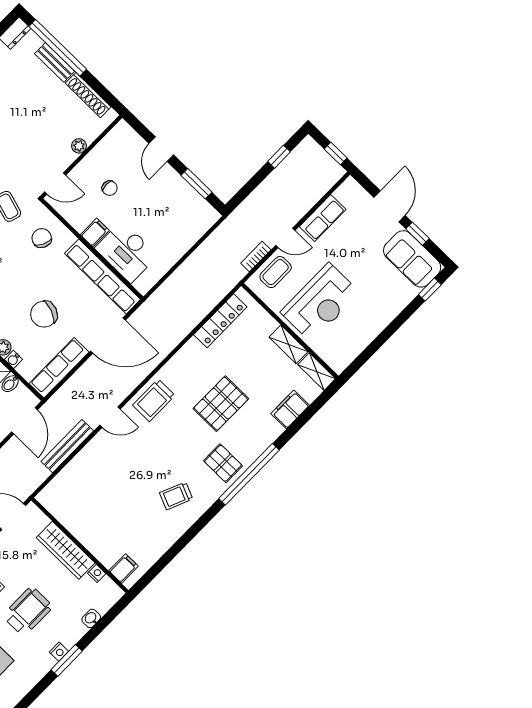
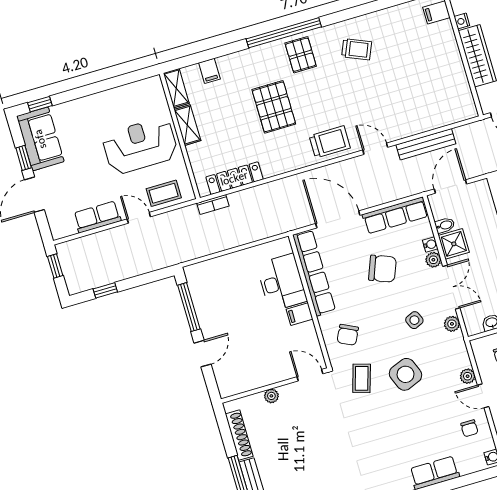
window: (197, 184) -> (189, 307), width x1.44
chair: (110, 188) -> (265, 345), removed
bookcase: (256, 256) -> (213, 204), moved
pallet: (221, 404) -> (274, 107), turned 90
filing cabinet: (290, 409) -> (209, 71), width x0.50

